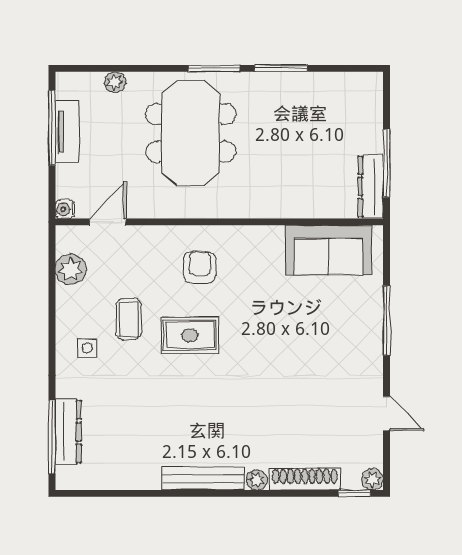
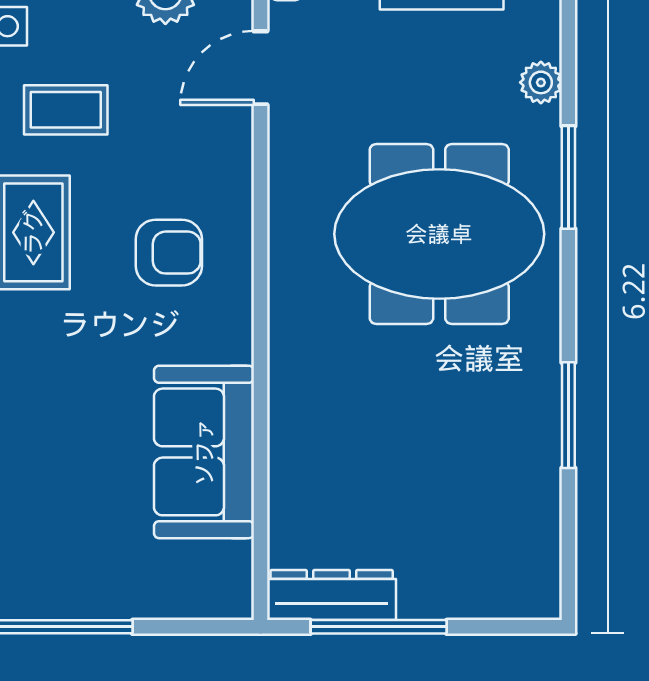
window: (214, 68) -> (568, 177), moved
door: (108, 222) -> (260, 68), swing flipped
sofa: (328, 250) -> (204, 452), moved

